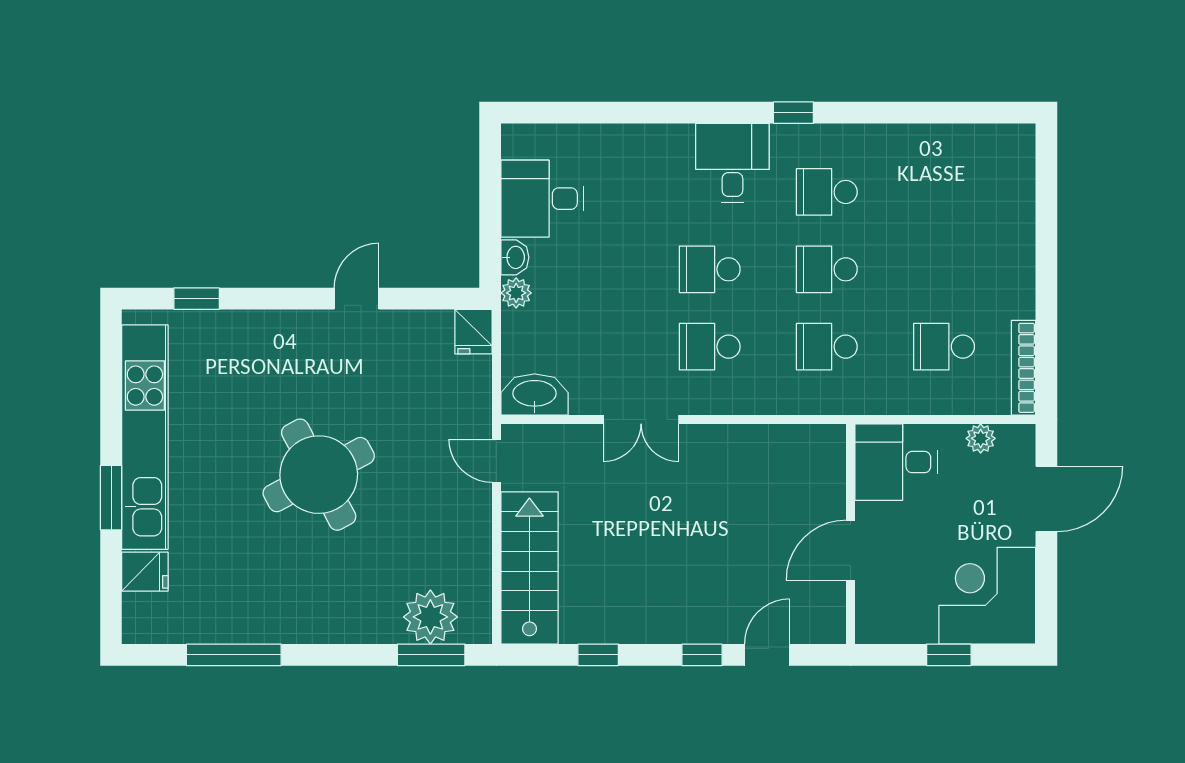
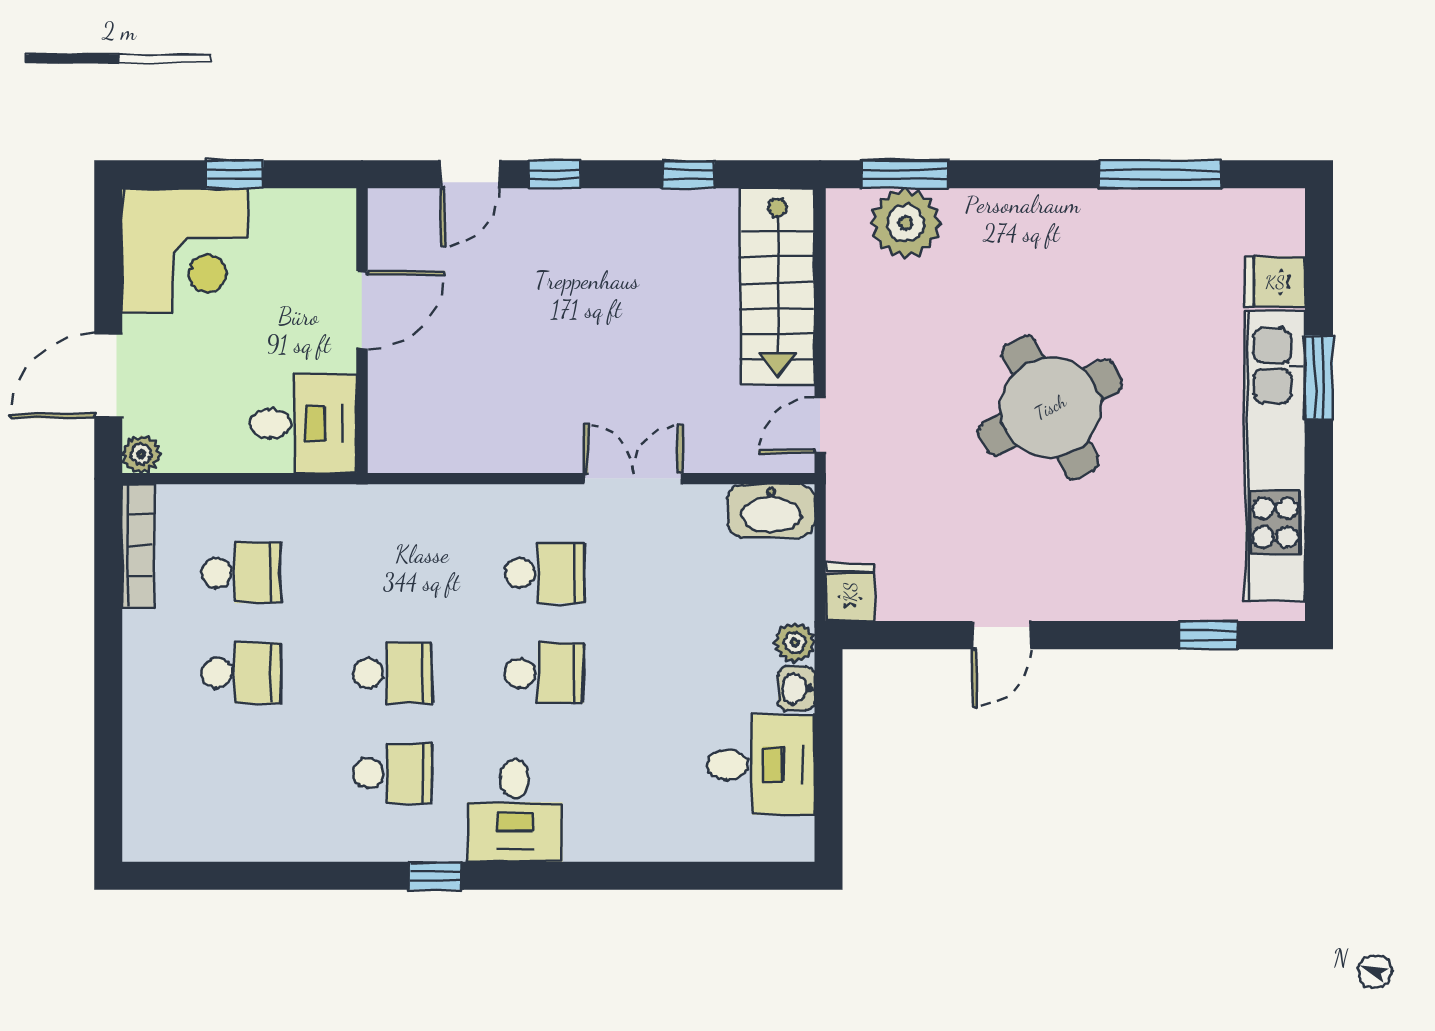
school desk: (827, 347) -> (241, 673), moved
plant: (981, 438) -> (141, 454), moved
door: (496, 461) -> (820, 425), swing flipped

